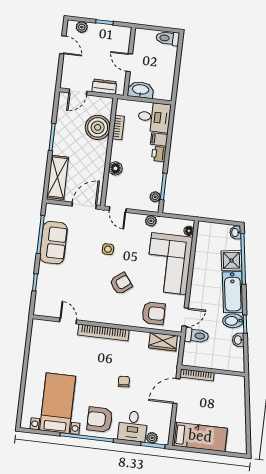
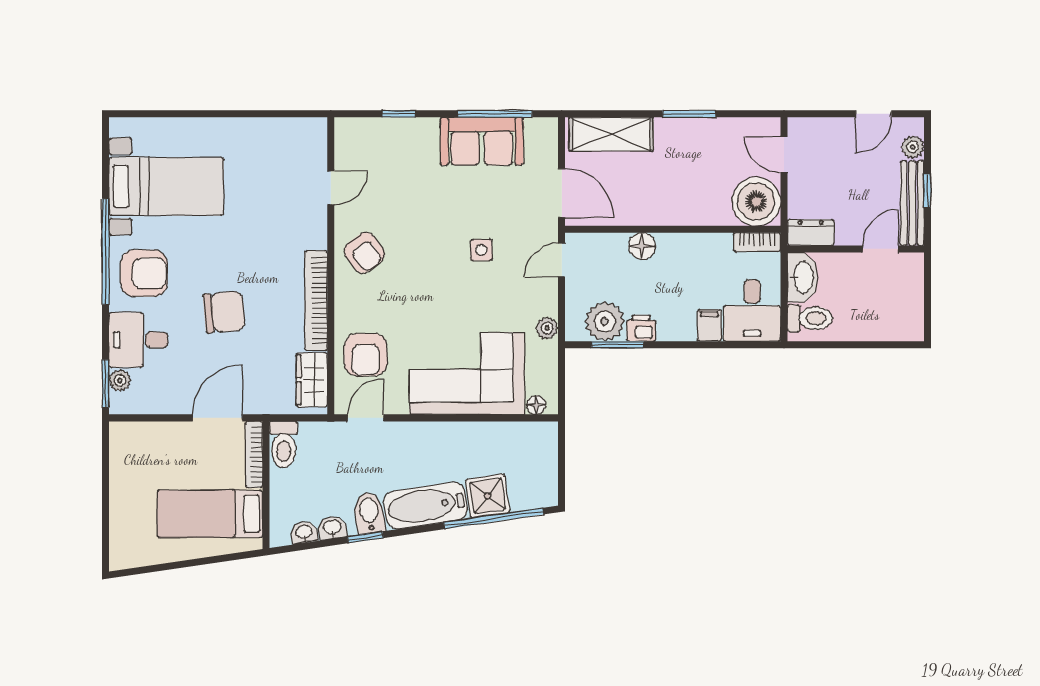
bench: (110, 31) -> (912, 203), added
toilet: (168, 38) -> (810, 318), moved, turned 90
door: (129, 63) -> (880, 249), moved
dresser: (104, 87) -> (811, 233), moved, turned -90
boiler: (98, 127) -> (756, 201), moved
bookcase: (118, 128) -> (757, 242), moved
printer: (159, 154) -> (641, 328), moved
plant: (155, 197) -> (605, 321), width x1.88, depth x1.88
washbasin: (235, 233) -> (304, 532), moved
armchair: (121, 284) -> (364, 253), moved
door: (185, 317) -> (366, 418), swing flipped
bookcase: (103, 333) -> (316, 301), moved
toilet: (197, 336) -> (284, 445), moved
chair: (124, 382) -> (224, 312), width x1.87, depth x1.87
door: (177, 391) -> (217, 418), hinge flipped
armchair: (100, 419) -> (144, 273), turned 90
bed: (200, 437) -> (210, 514), moved, turned 90

